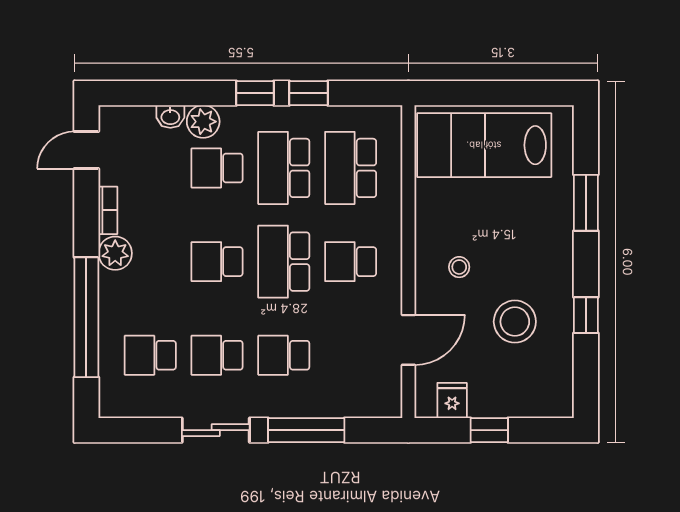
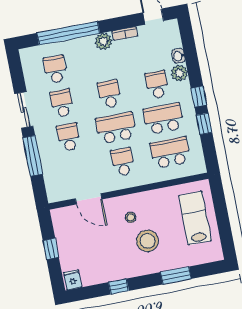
lab bench: (484, 145) -> (195, 218), width x0.73, depth x0.72
stool: (515, 322) -> (147, 241), moved
fridge: (452, 400) -> (73, 280), moved, turned -90

